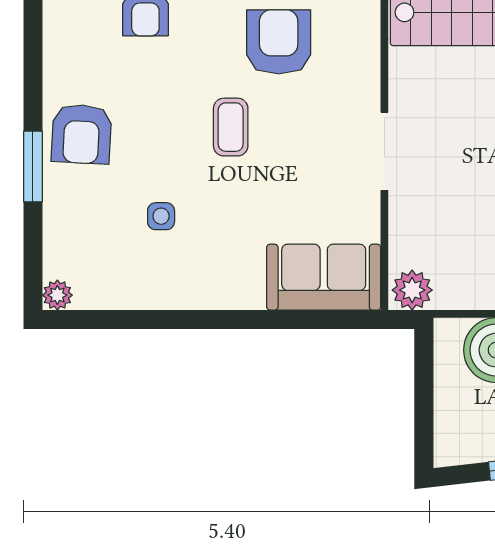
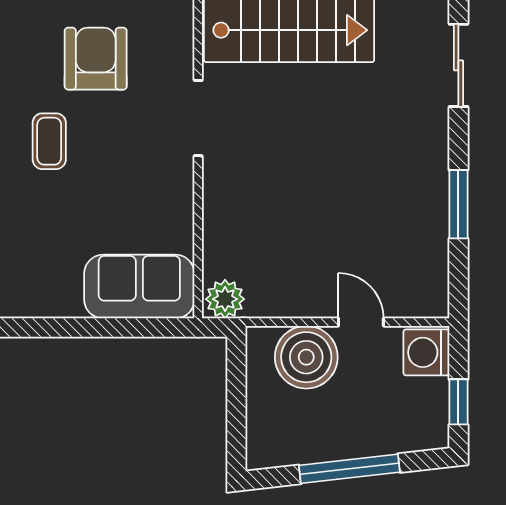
doorway: (384, 151) -> (198, 118), moved

